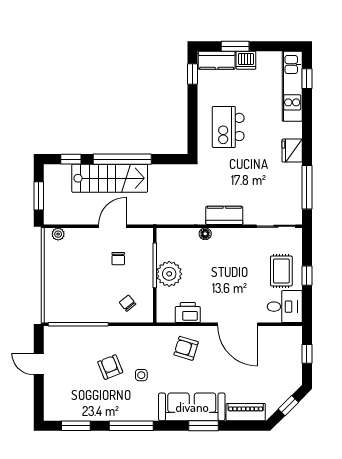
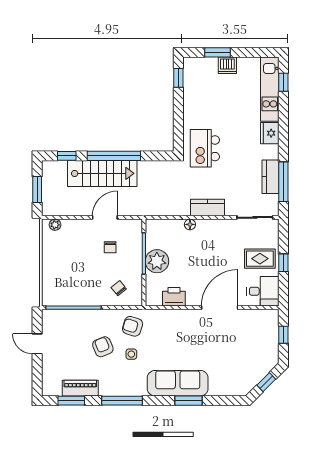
kitchen counter: (217, 60) -> (270, 177), moved, turned 90
kitchen island: (228, 127) -> (205, 148), moved
fridge: (292, 151) -> (270, 133), moved
rug: (281, 271) -> (260, 259), turned 90
door: (238, 324) -> (220, 308), swing flipped
armchair: (186, 348) -> (133, 326), moved
piano: (246, 412) -> (80, 388), moved

